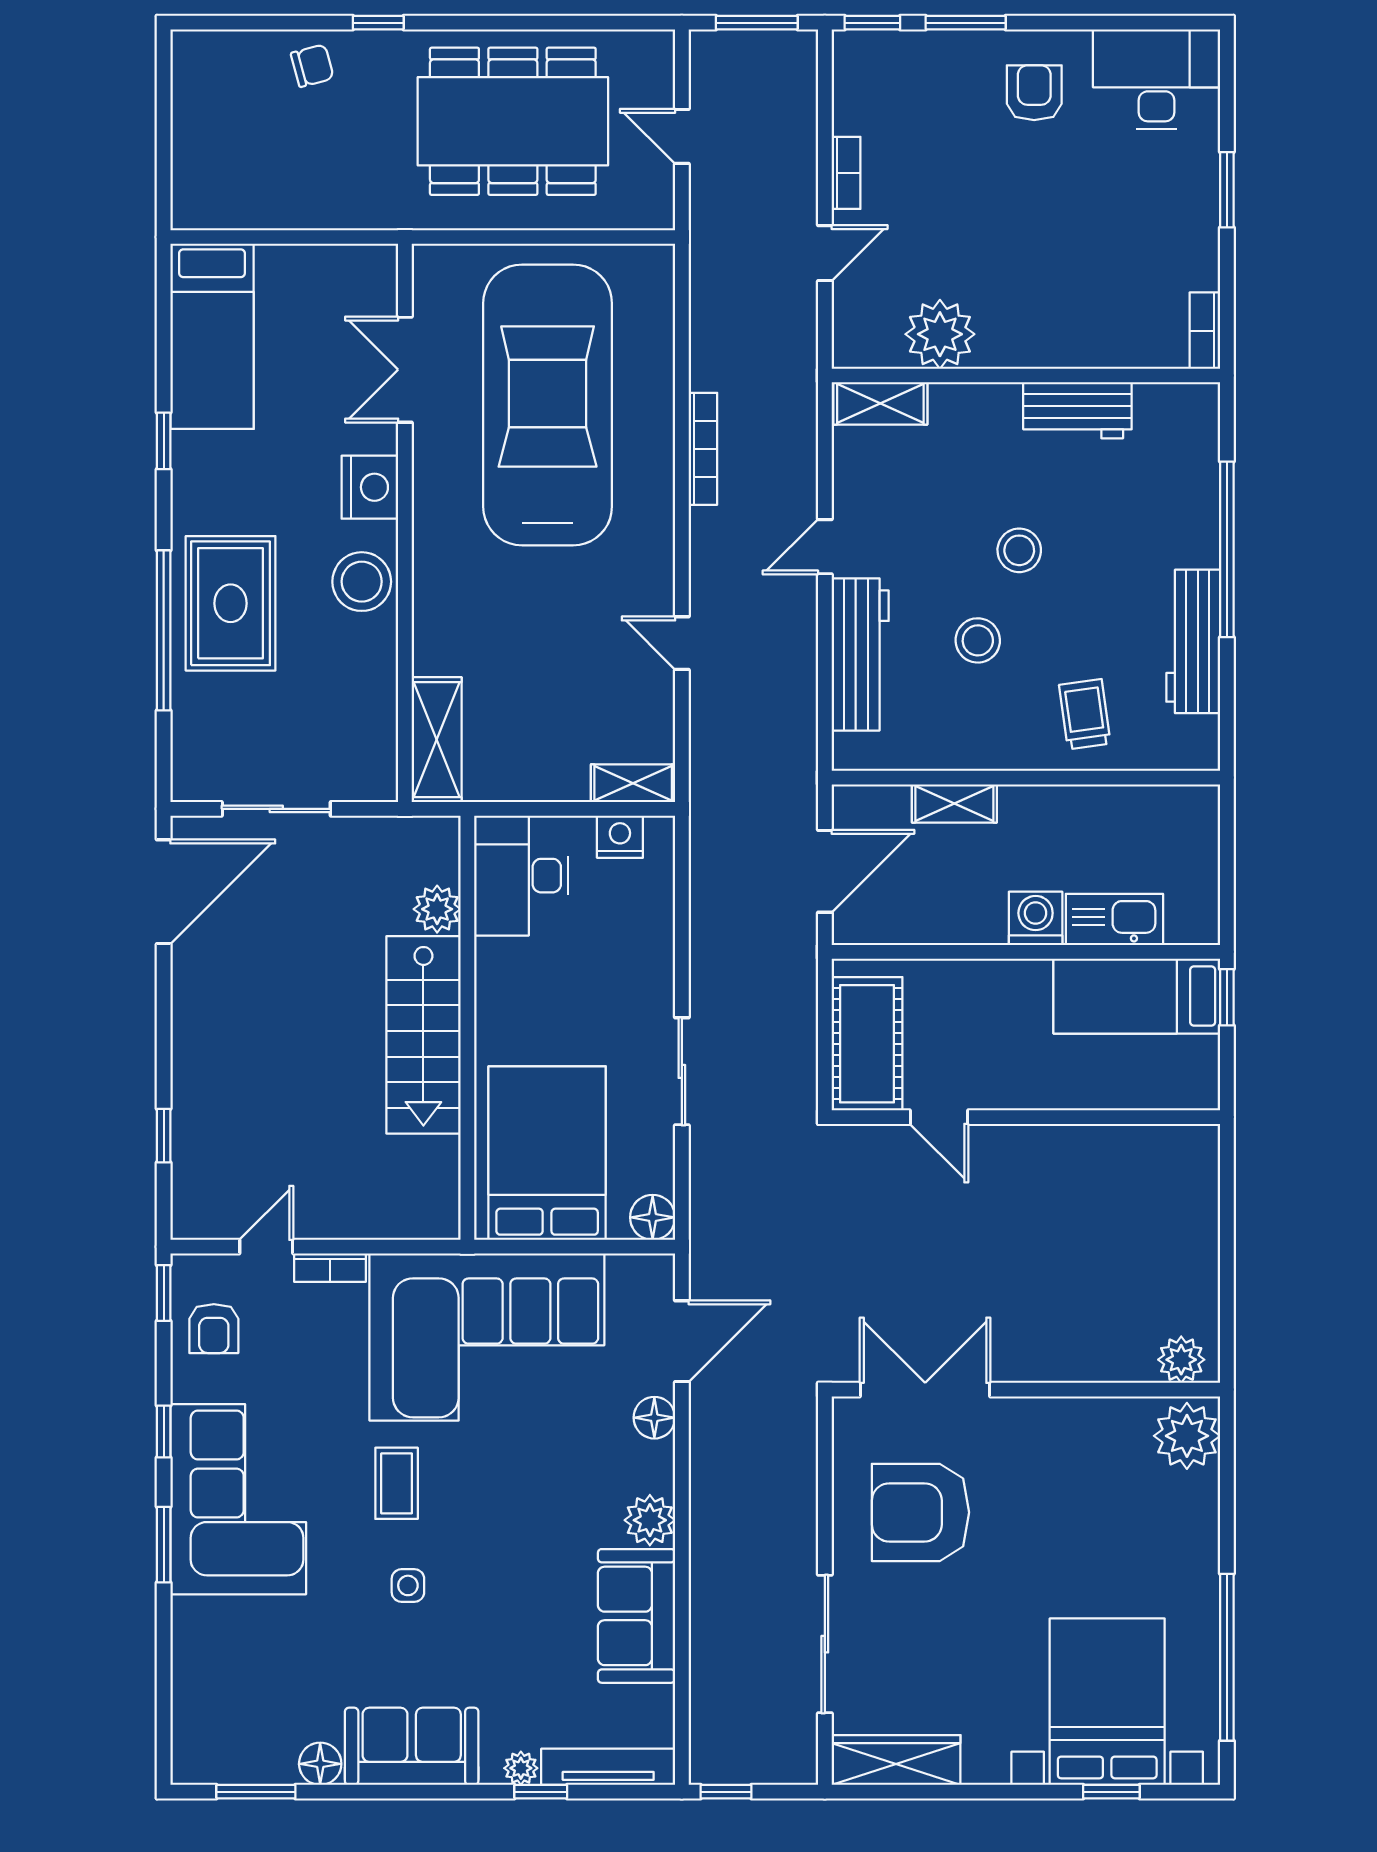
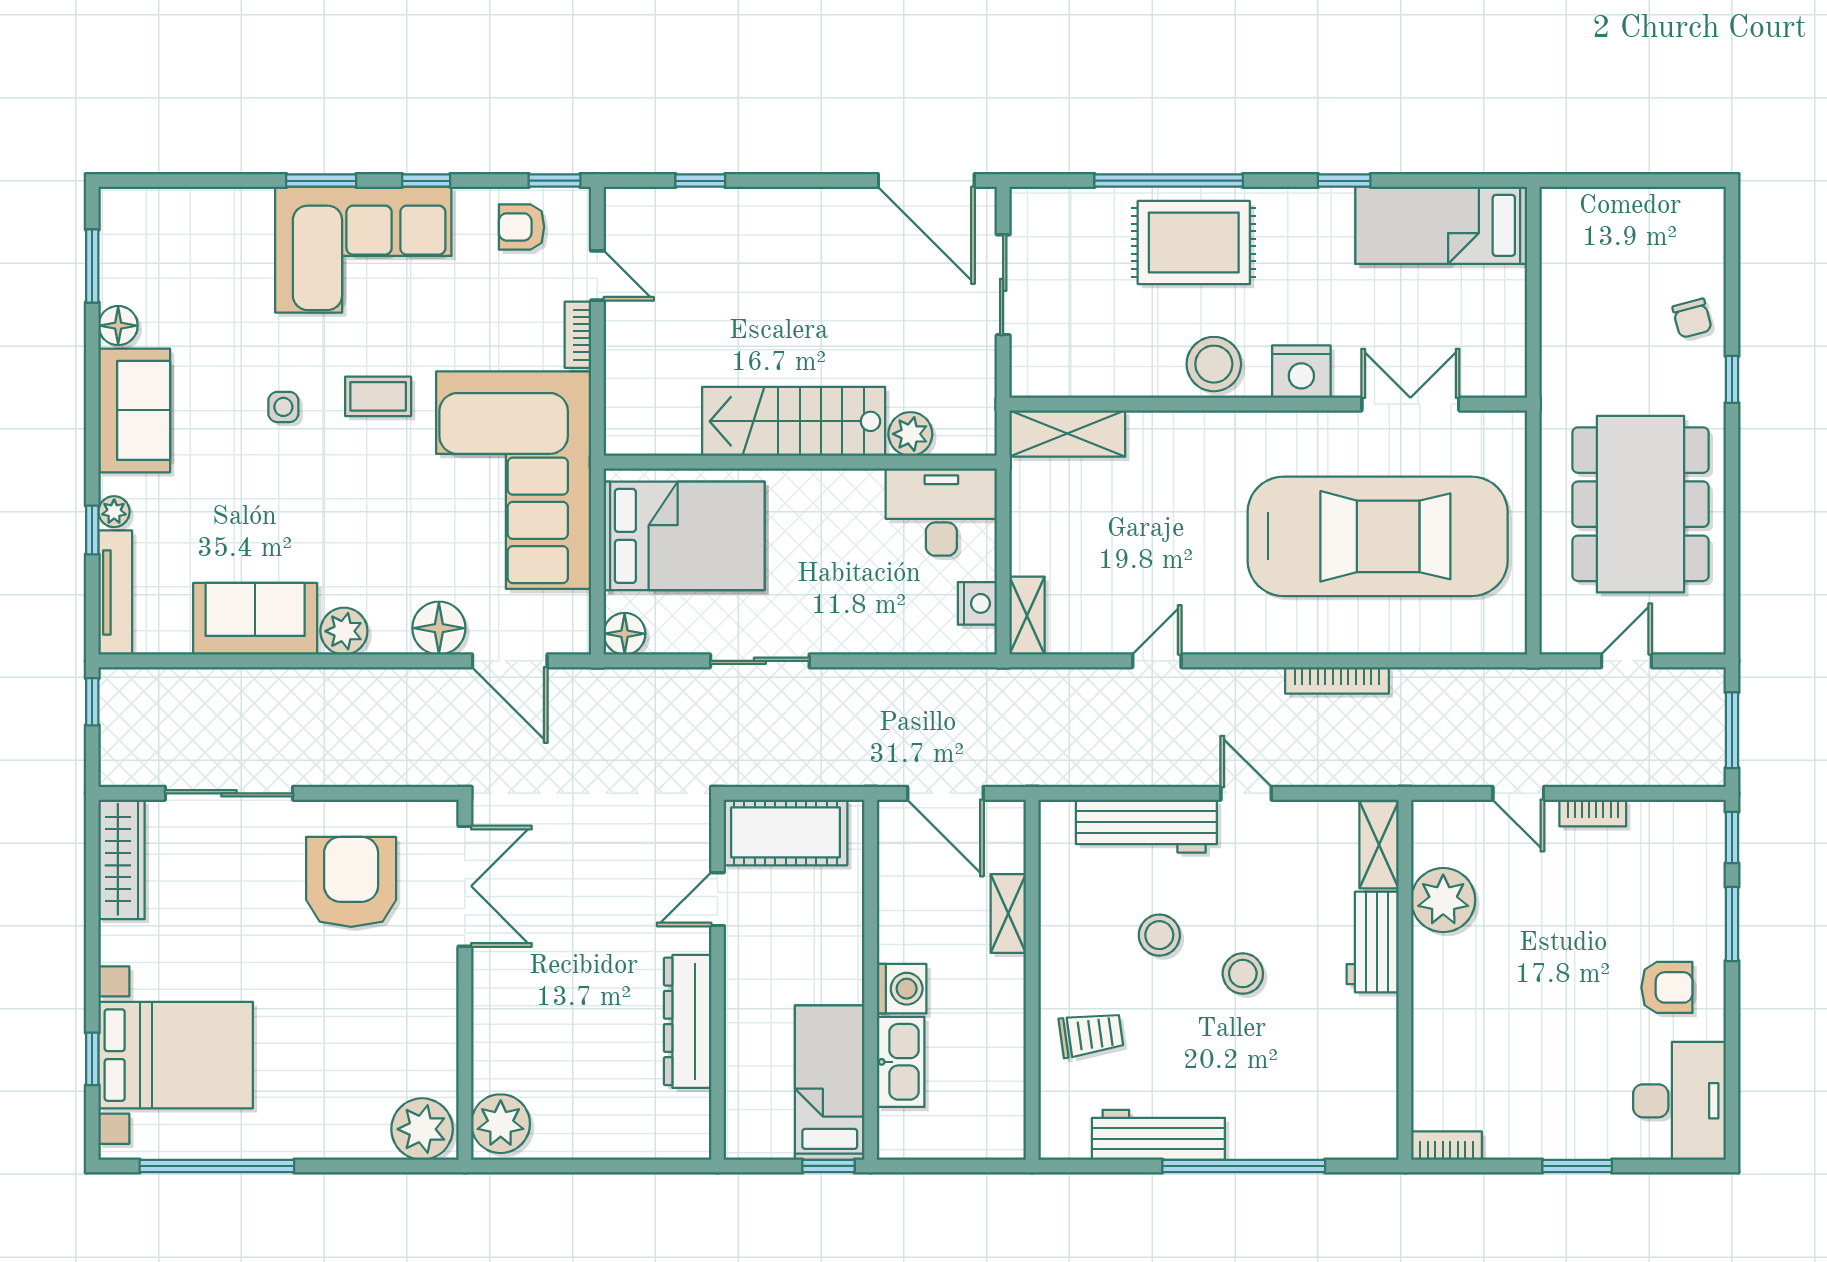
workbench: (1077, 410) -> (1373, 942), moved
dresser: (1071, 1149) -> (688, 1021), added
plant: (1181, 1360) -> (501, 1124), width x1.36, depth x1.36
floor lamp: (654, 1418) -> (439, 628), width x1.38, depth x1.38

